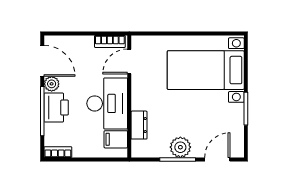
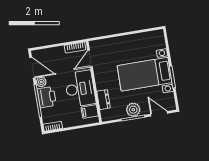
bed with nightstands: (206, 70) -> (145, 74), moved
door: (217, 159) -> (159, 114), hinge flipped

